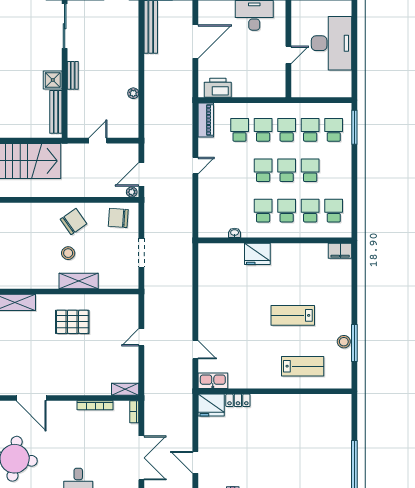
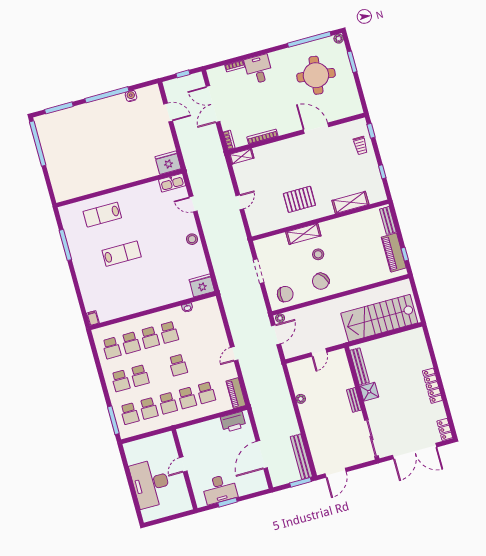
school desk: (287, 170) -> (121, 381), moved
filing cabinet: (340, 251) -> (93, 318), width x0.50
fridge: (257, 254) -> (202, 285), moved
stool: (344, 342) -> (192, 239), moved
locker: (238, 400) -> (147, 172), removed

